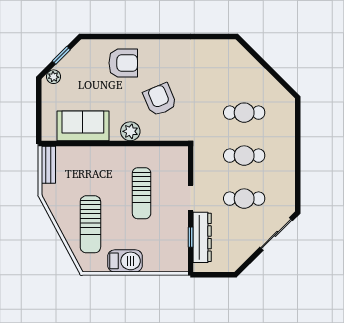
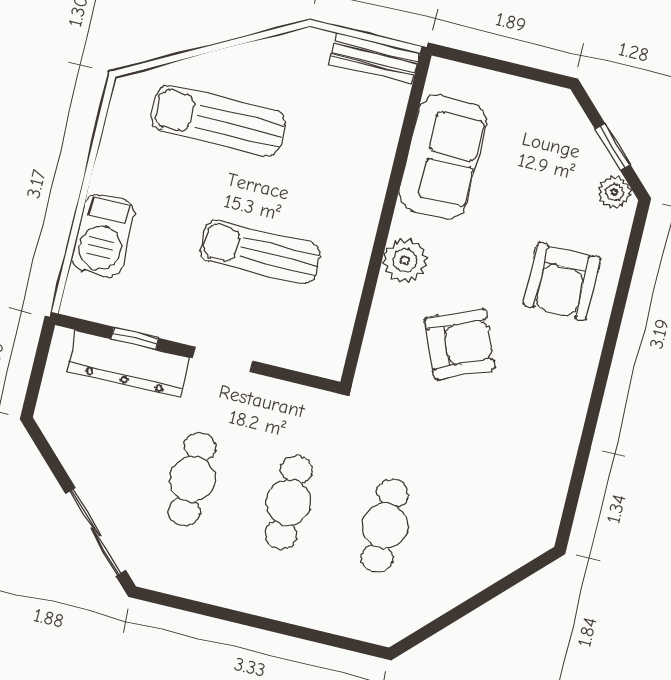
plant: (53, 77) -> (614, 192), moved
barbecue: (125, 261) -> (103, 235), moved

